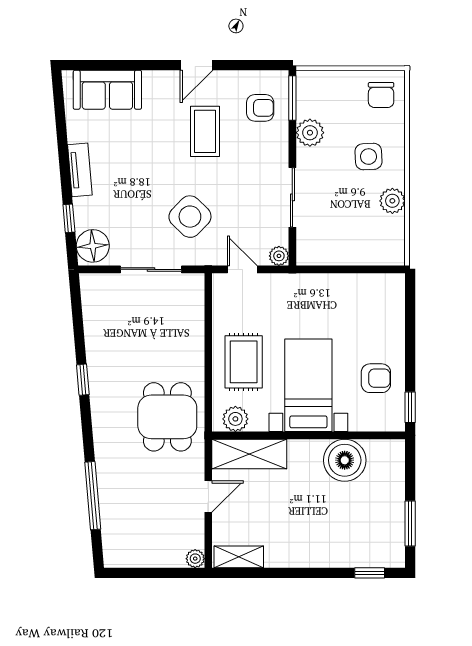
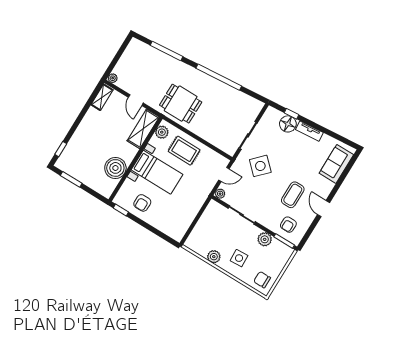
coffee table: (205, 131) -> (293, 195), turned 90
floor lamp: (93, 246) -> (288, 124), moved
window: (83, 380) -> (219, 77), width x3.17

